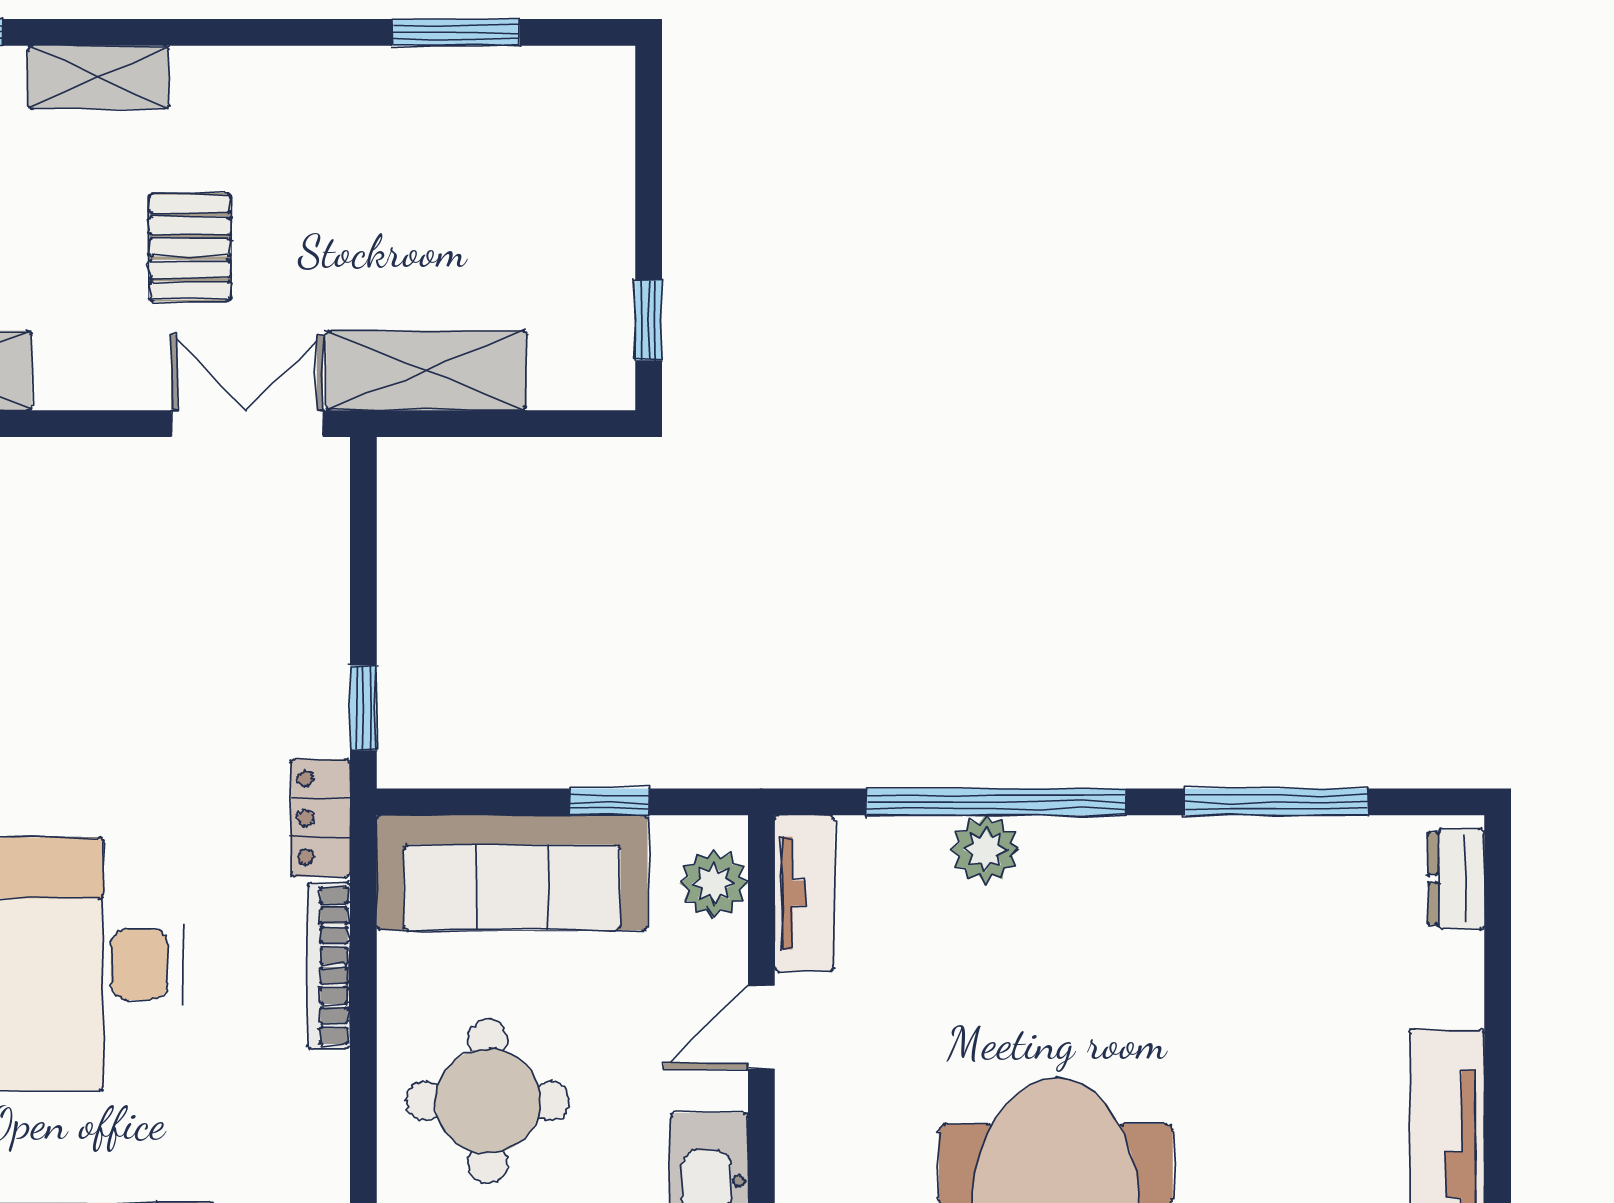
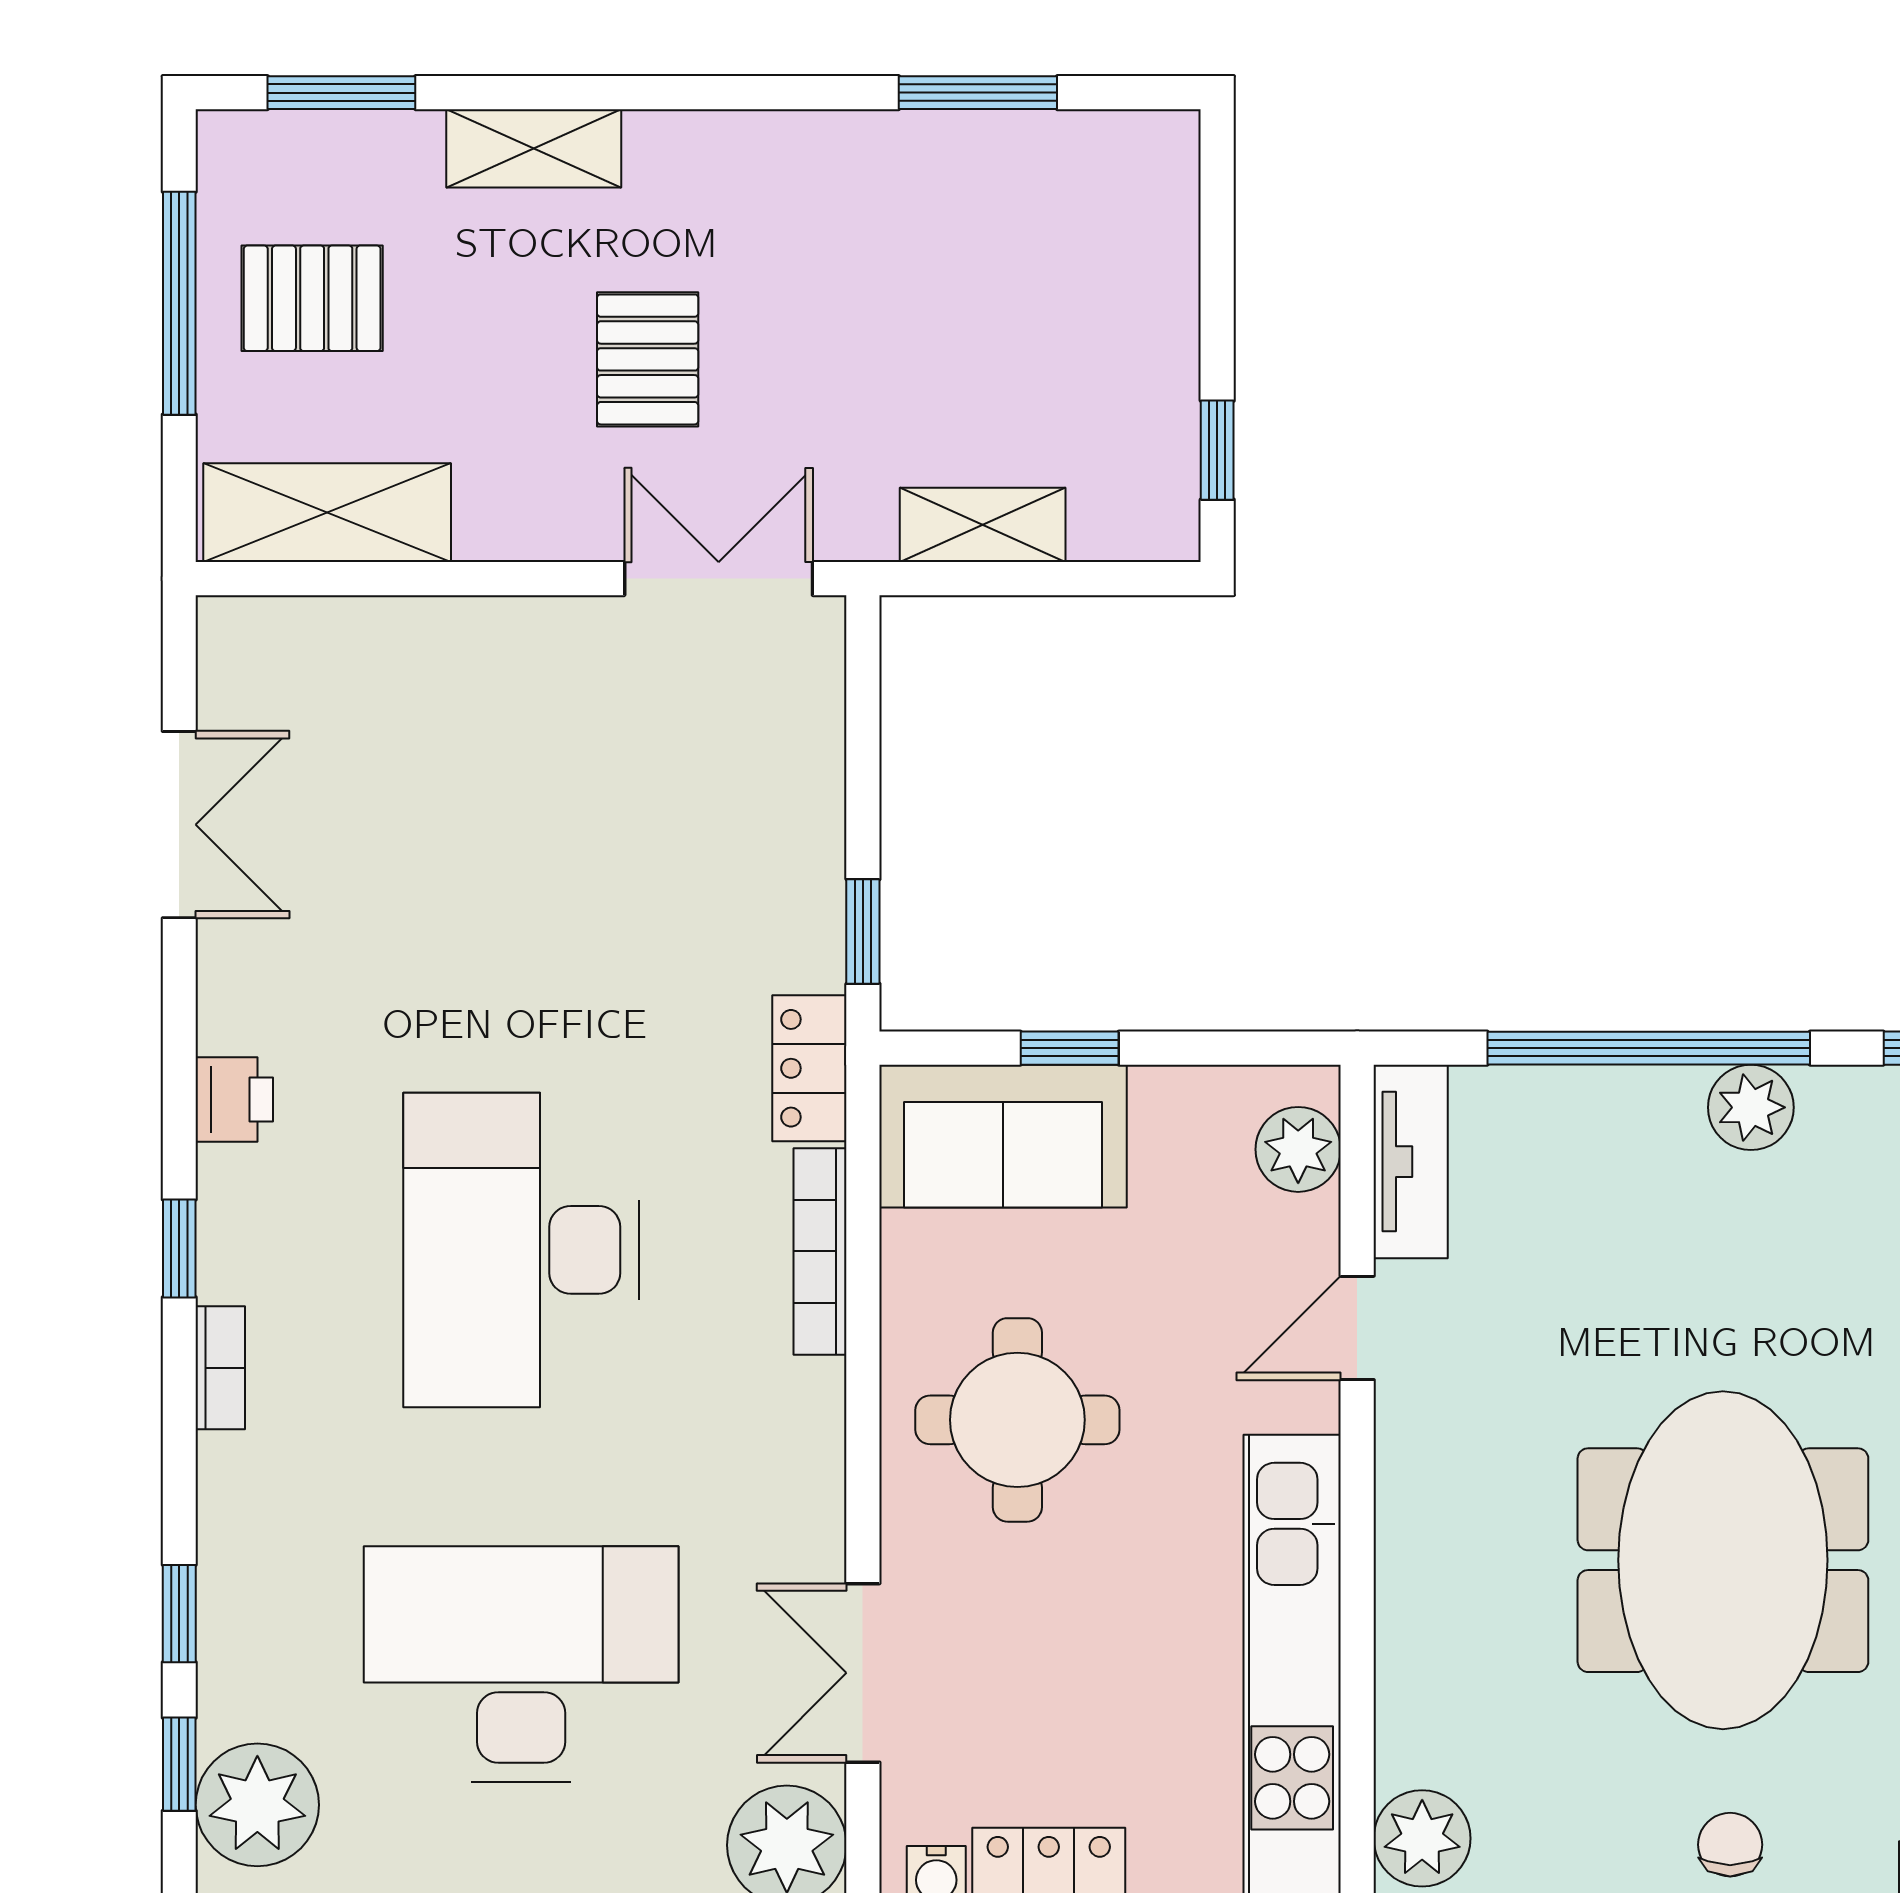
shelving: (426, 370) -> (983, 525), width x0.67, depth x0.75
window: (609, 802) -> (1070, 1048), moved
plant: (985, 850) -> (1751, 1107), moved
sofa: (512, 873) -> (1003, 1136), width x0.73

